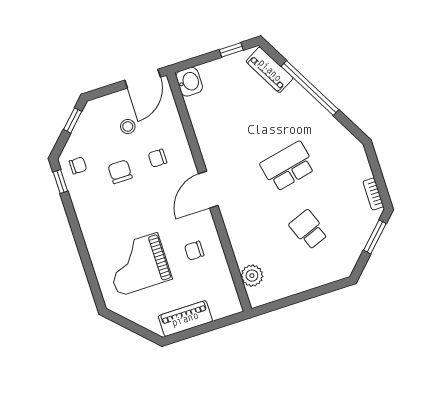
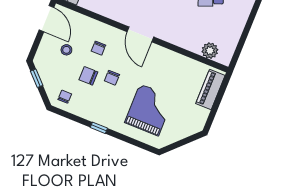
window: (60, 182) -> (99, 128), moved
chair: (194, 251) -> (112, 78), moved
grand piano: (138, 264) -> (149, 110), turned 180
piano: (185, 319) -> (210, 89), moved

